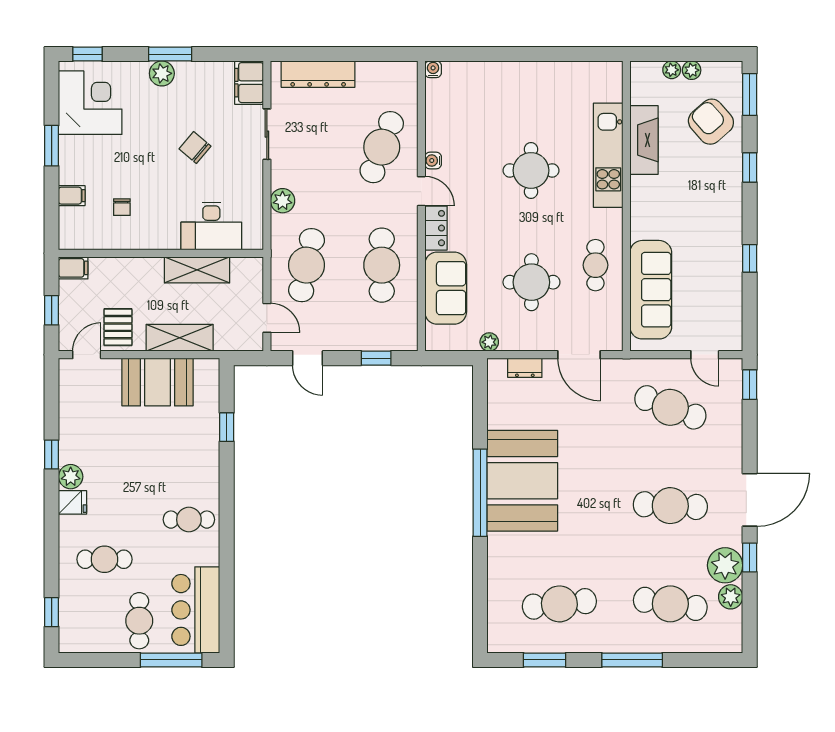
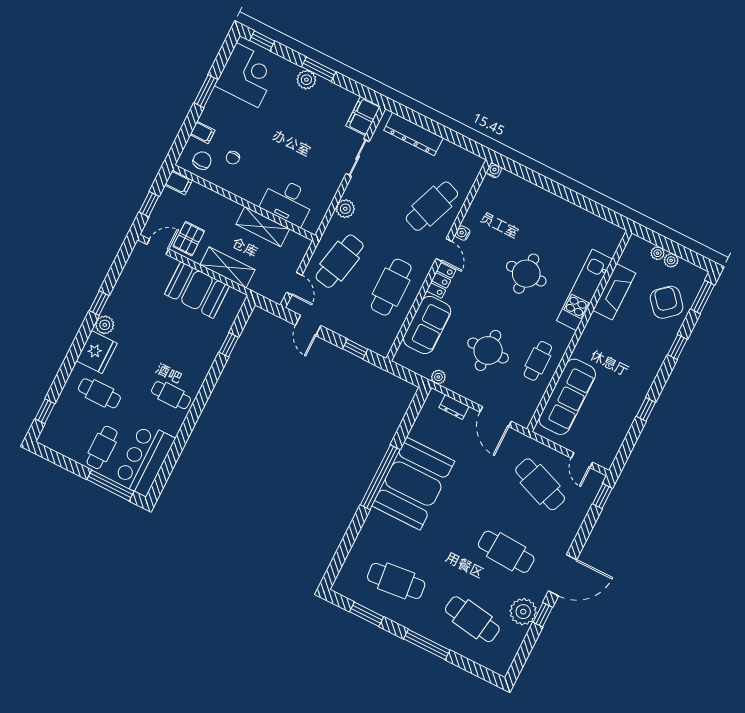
chair: (195, 148) -> (202, 161), moved, turned 50
fridge: (73, 502) -> (97, 352), width x1.88, depth x1.34
plant: (731, 597) -> (516, 635), removed

